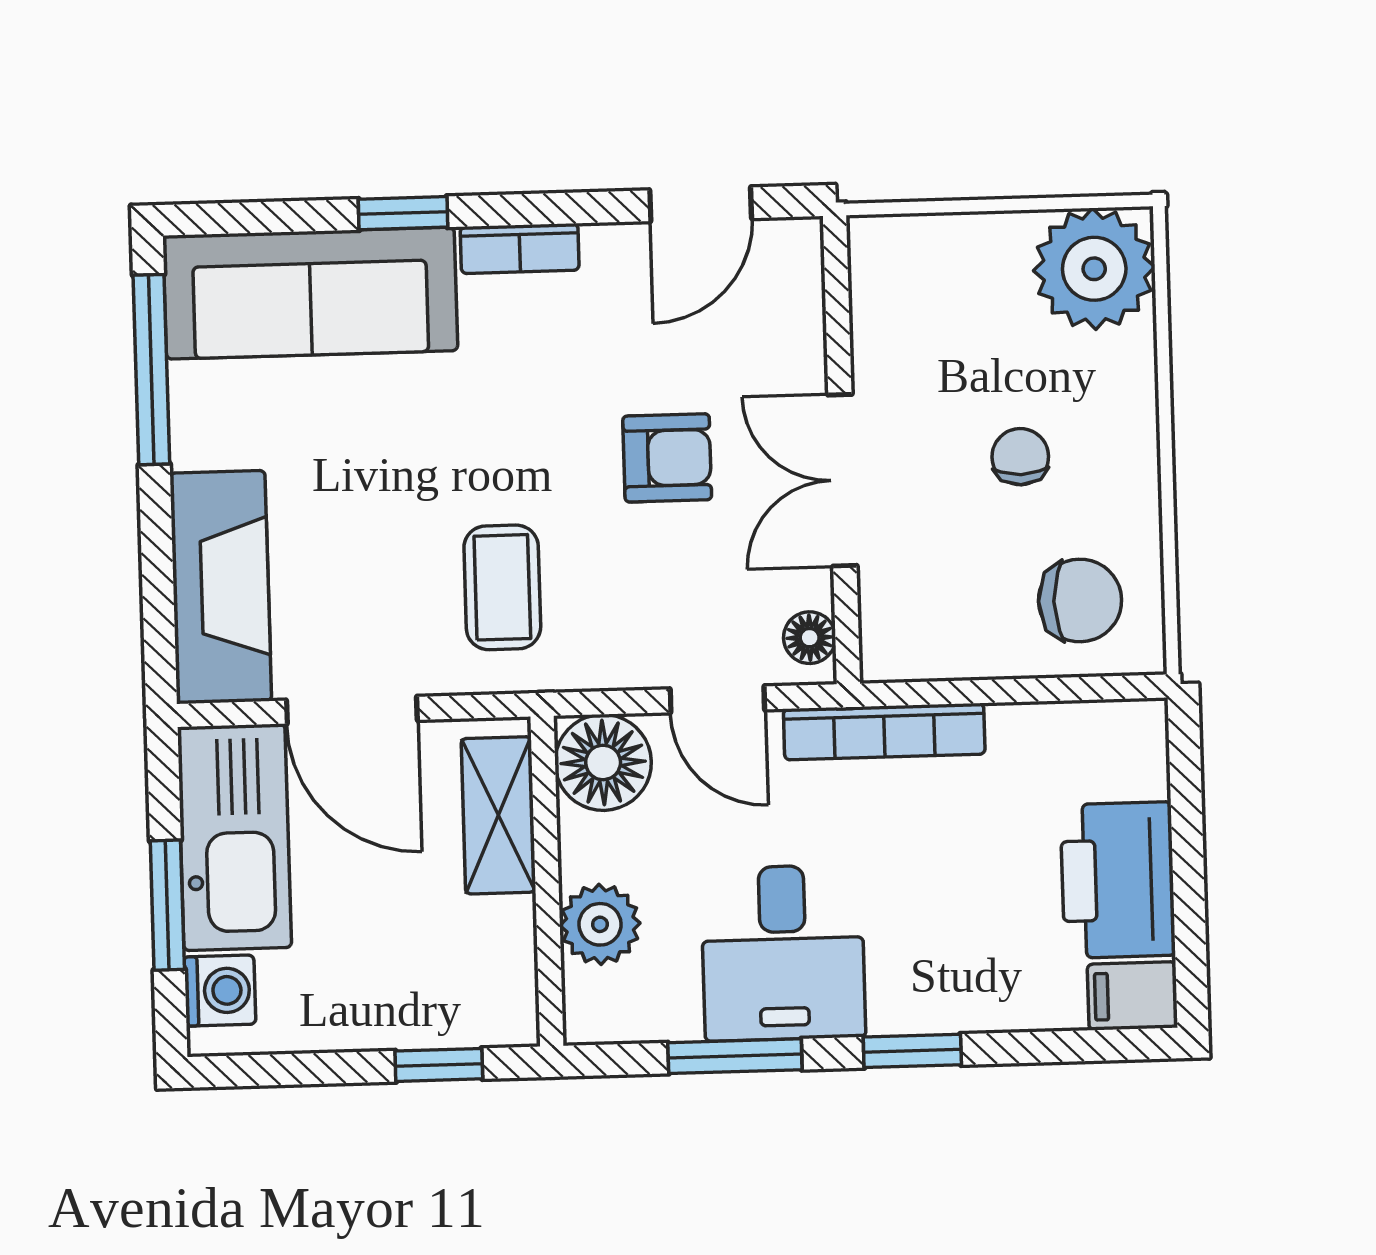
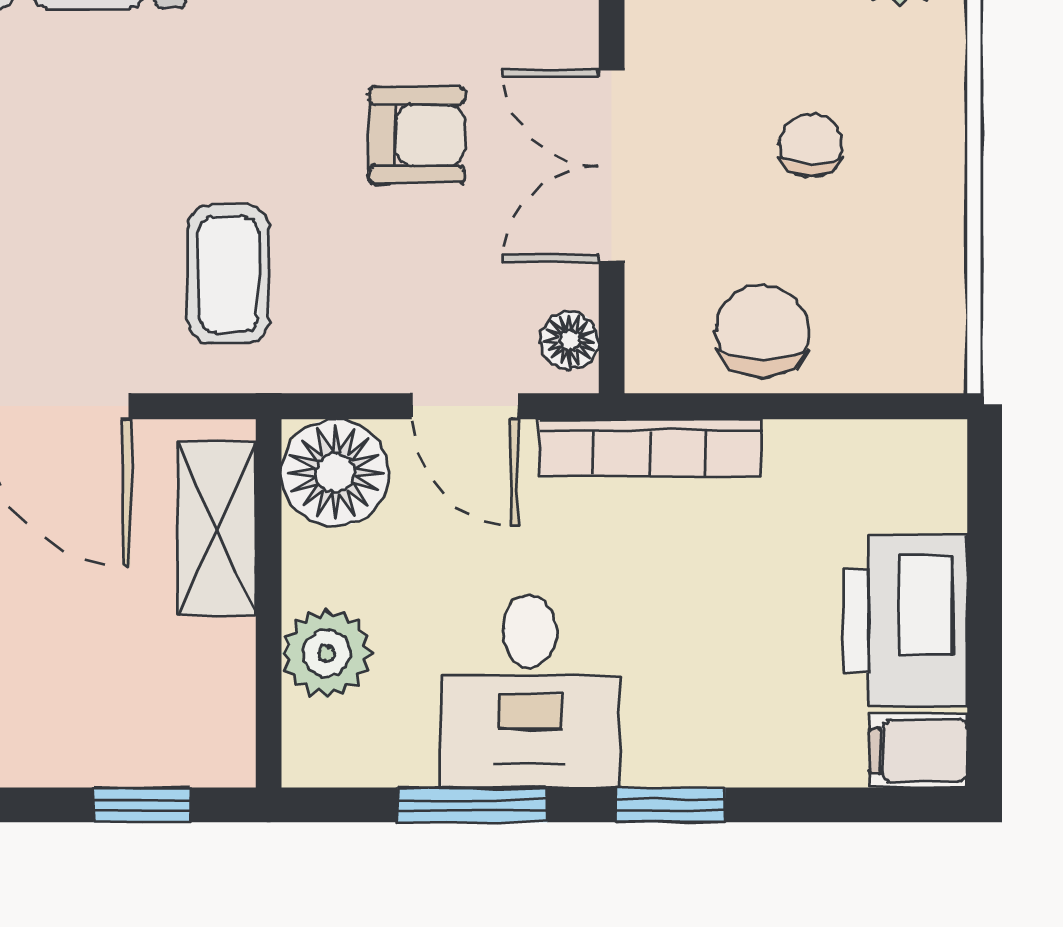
chair: (1080, 600) -> (763, 331), moved, turned -90

